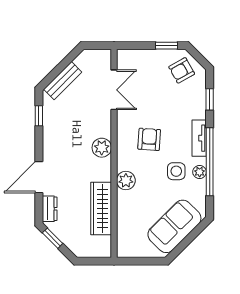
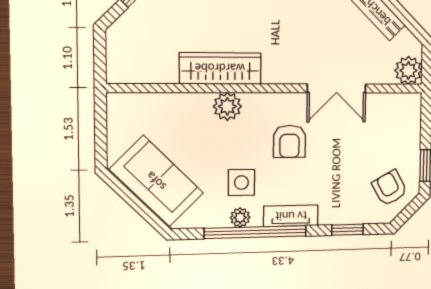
double door: (114, 90) -> (337, 88), moved
armchair: (149, 139) -> (289, 141), turned 86
plant: (102, 148) -> (408, 70), moved
wardrobe: (101, 209) -> (220, 68), moved

